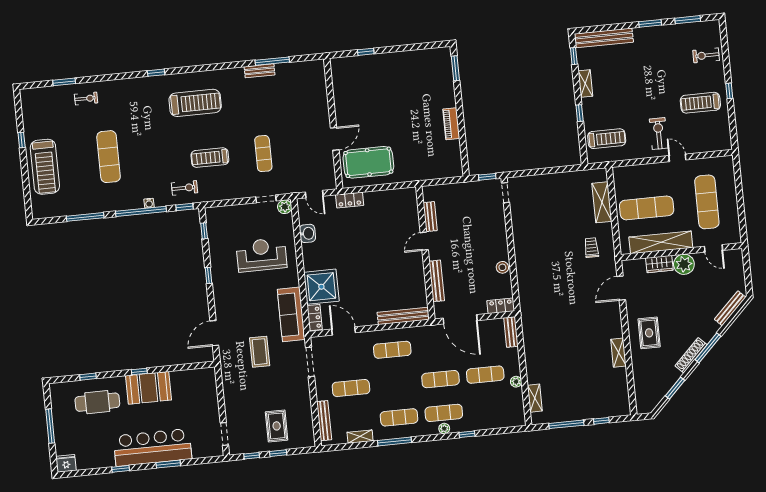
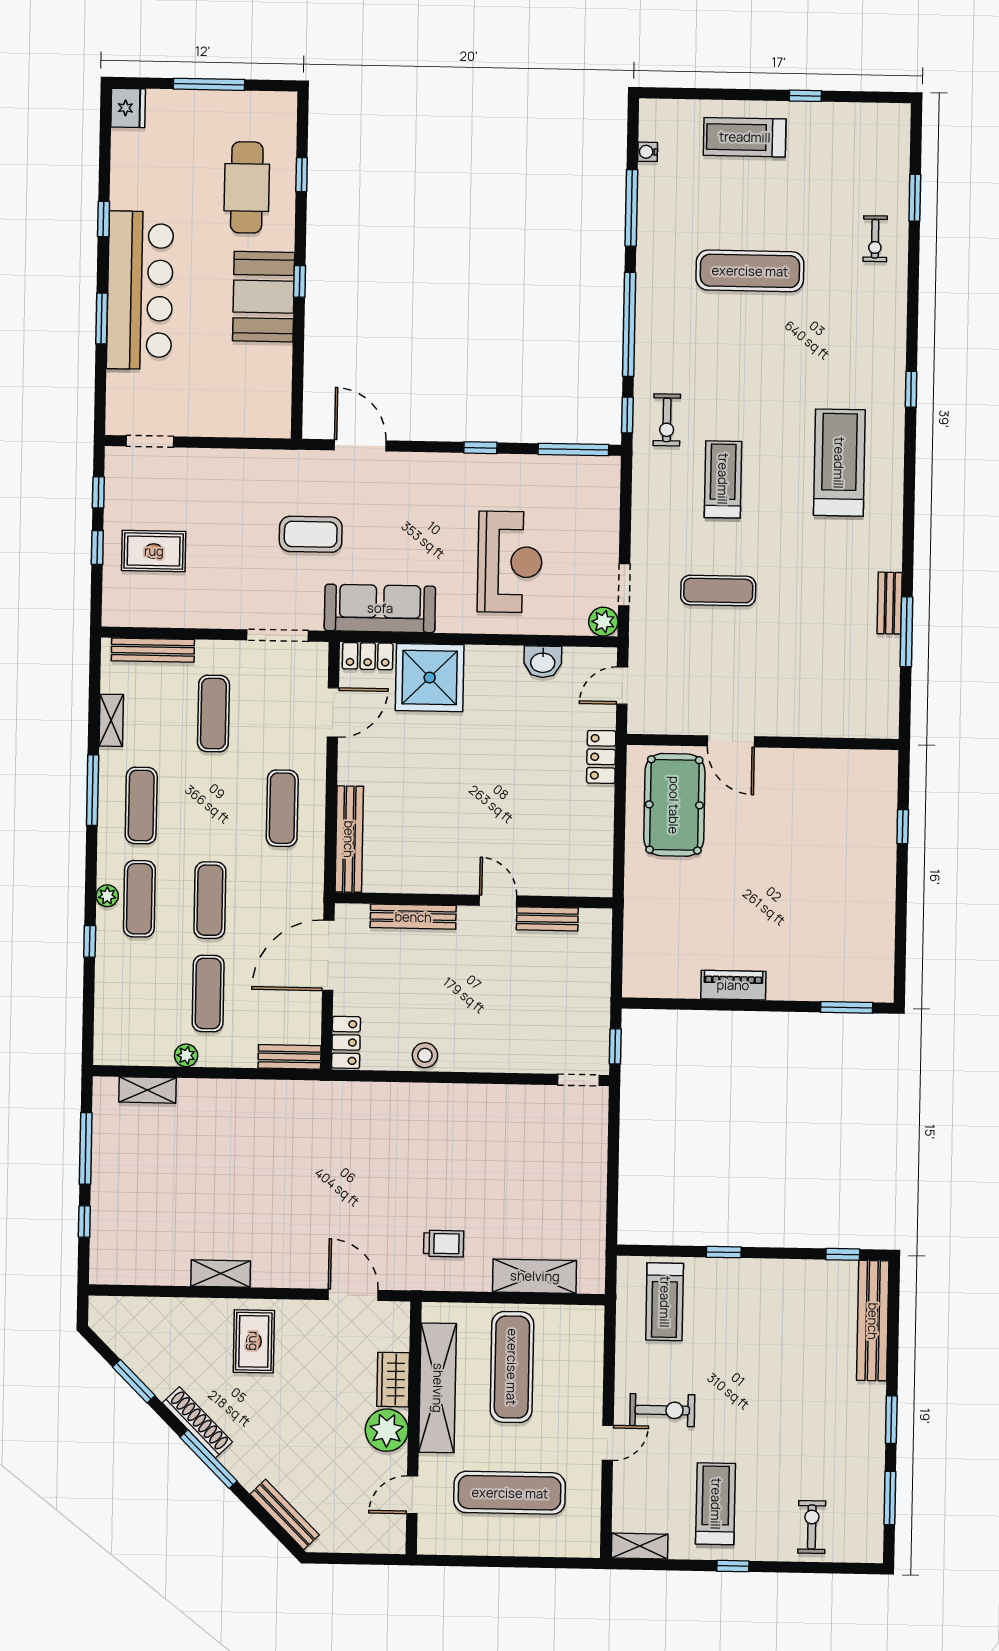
shelving: (585, 83) -> (640, 1546), moved
treadmill: (195, 103) -> (839, 463), turned 180
treadmill: (45, 167) -> (745, 137), width x0.73, depth x0.73
water cooler: (149, 203) -> (648, 152), moved
window: (204, 231) -> (573, 450), width x2.17
rug: (649, 333) -> (254, 1341), turned 90

